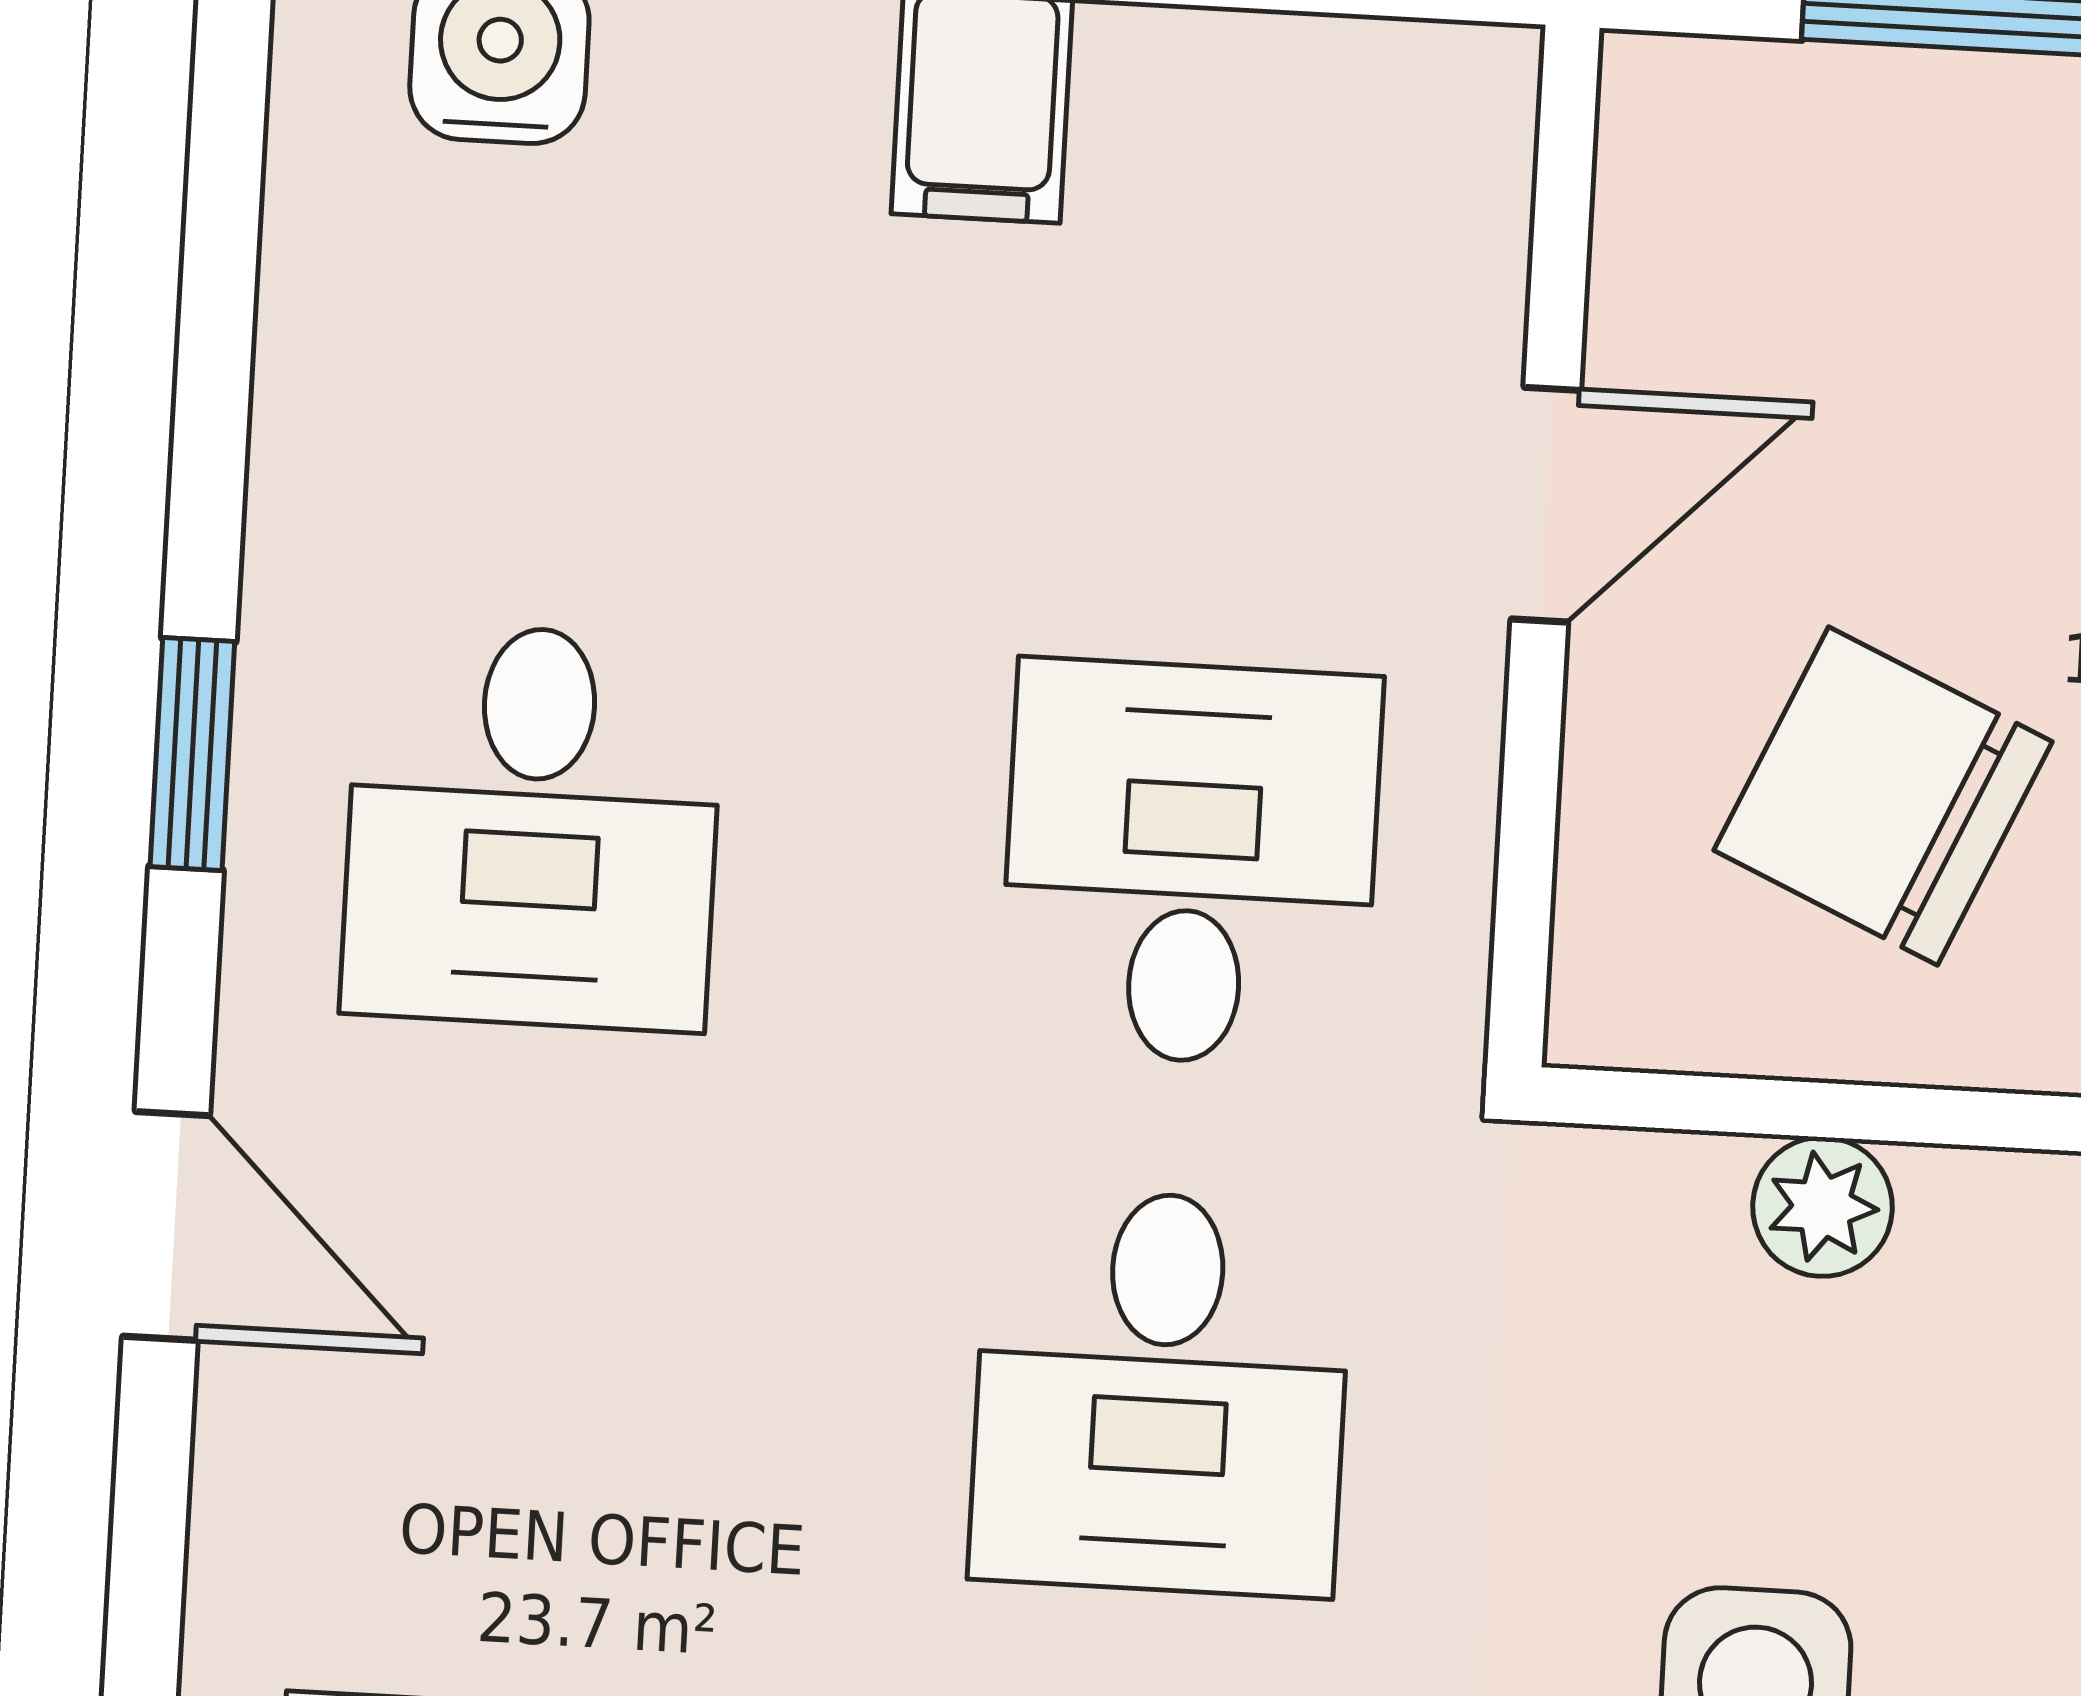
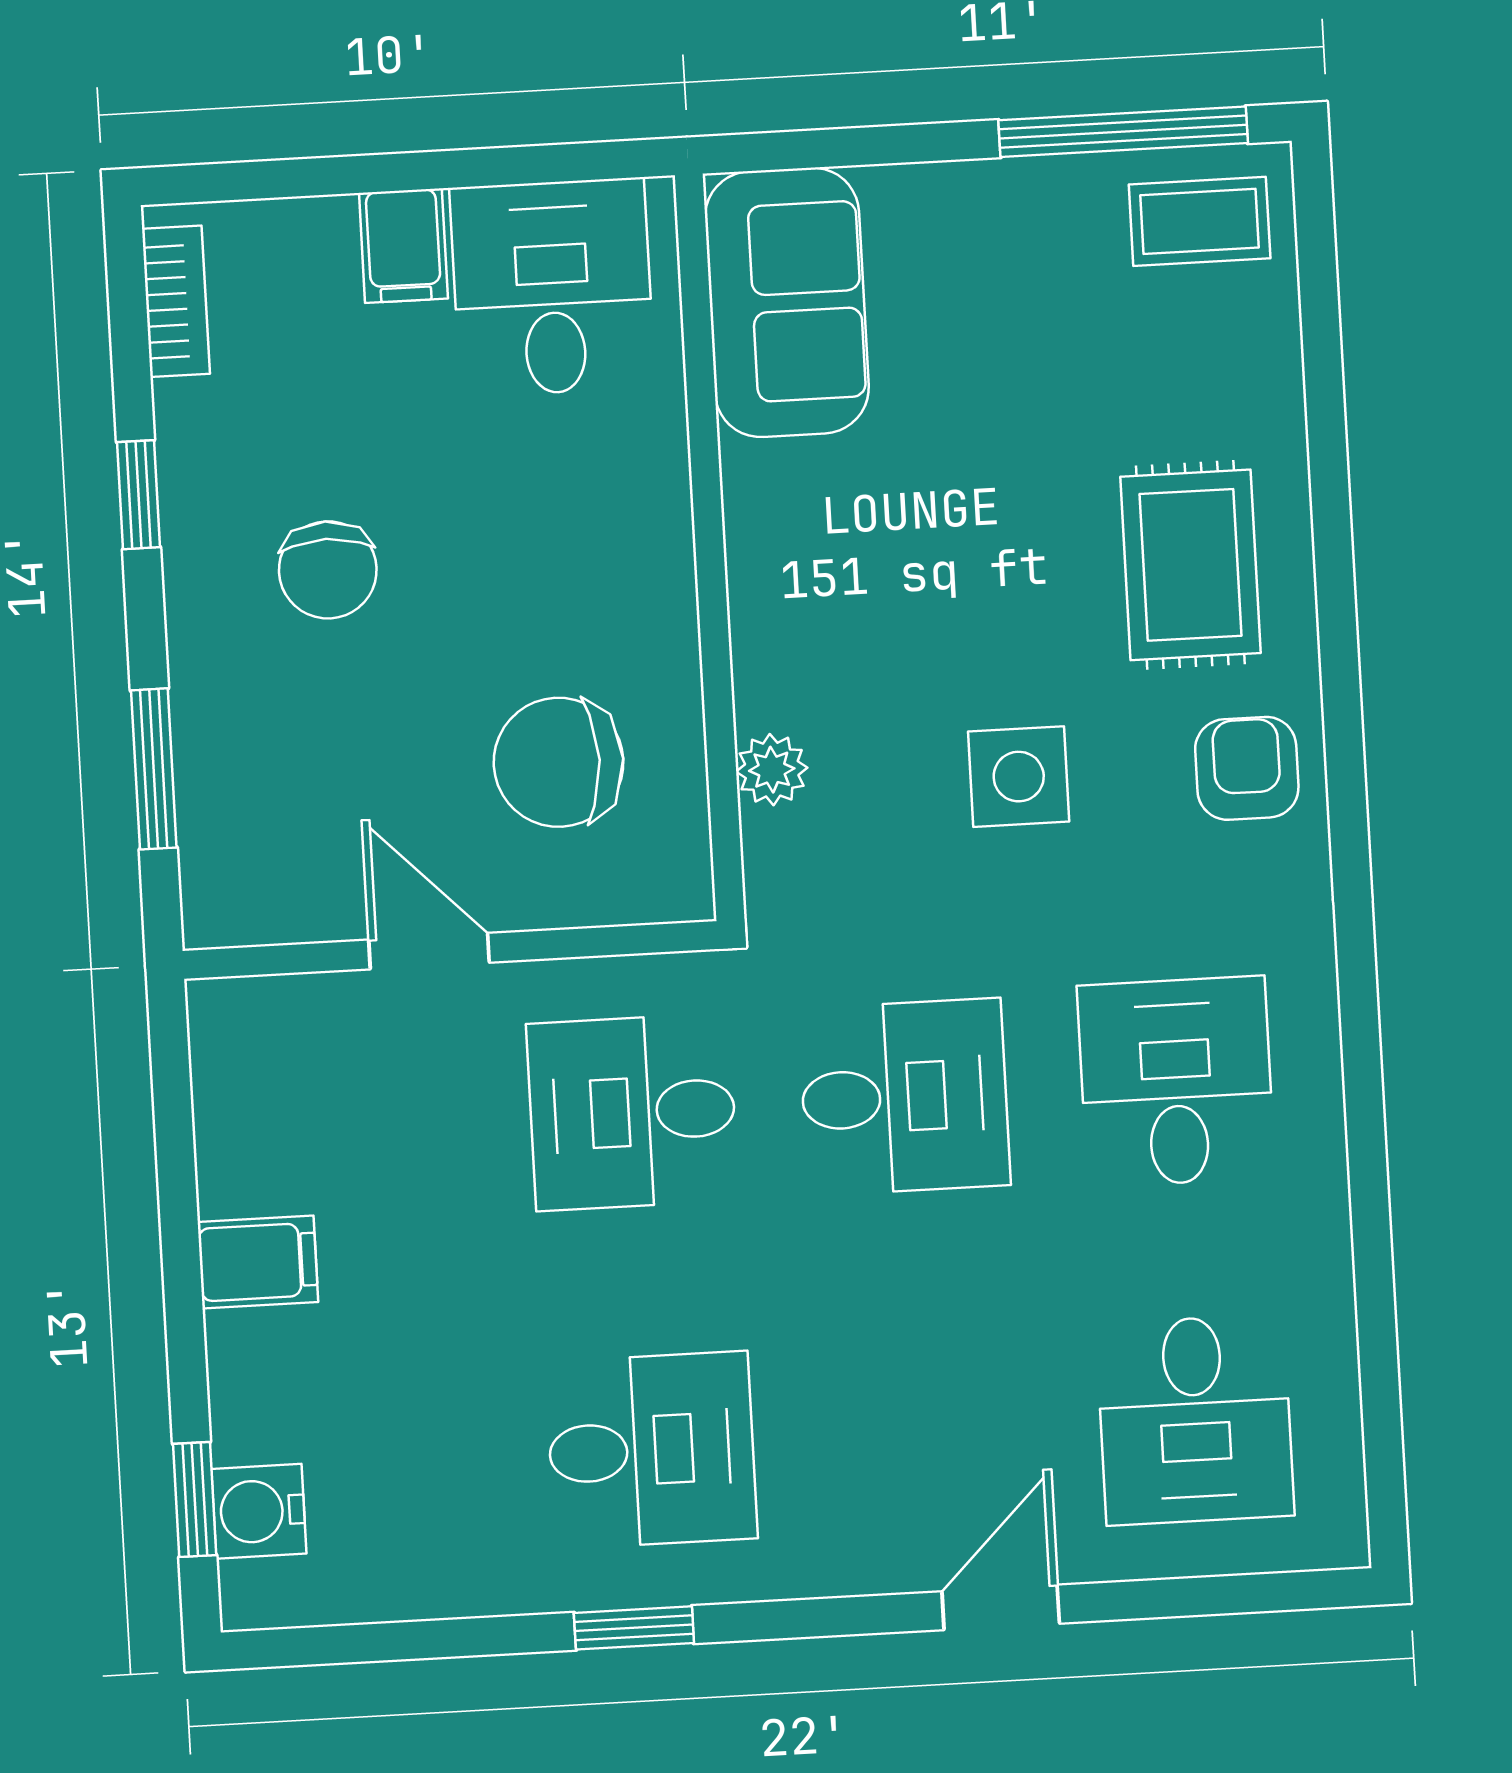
chair: (1883, 796) -> (558, 762), turned 66
door: (166, 1226) -> (1001, 1607), moved

